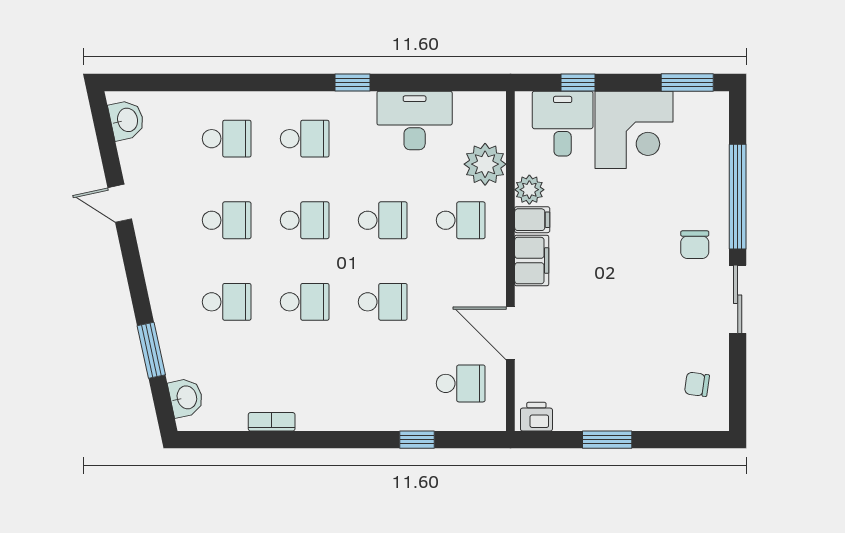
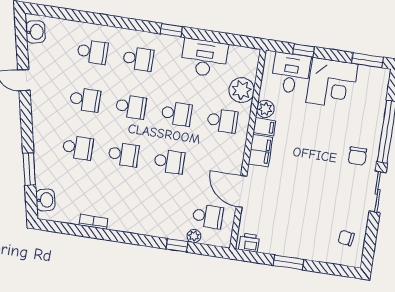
plant: (443, 420) -> (194, 236), added

